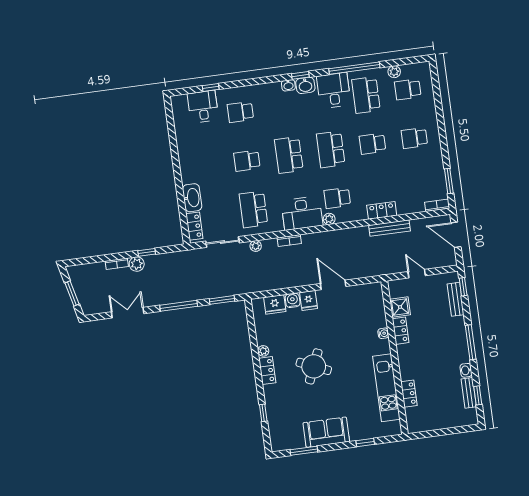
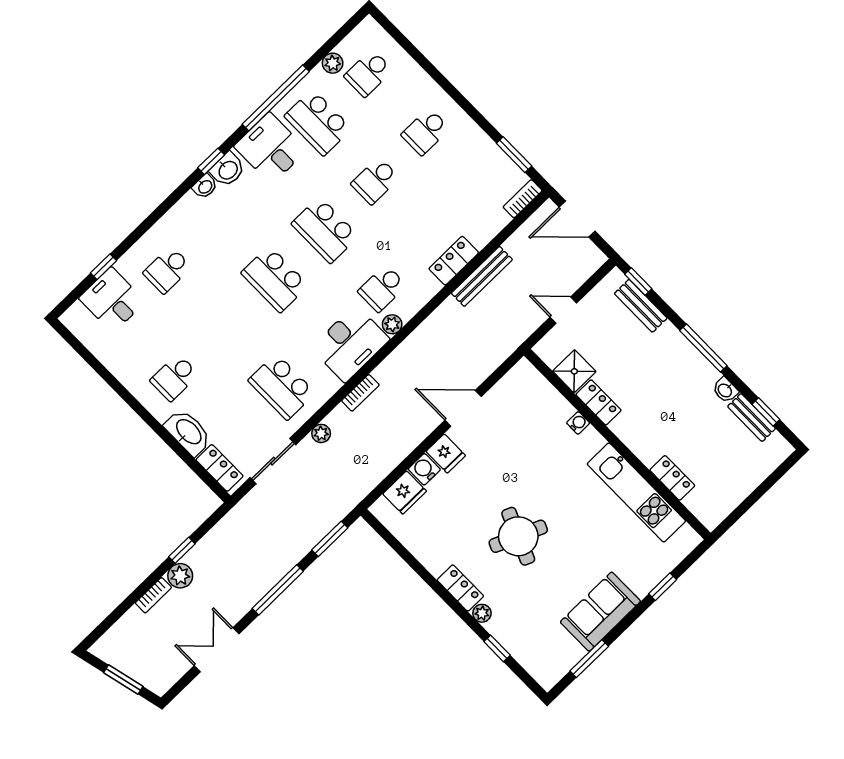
school desk: (247, 161) -> (174, 377), moved
plant: (263, 351) -> (482, 613), moved

